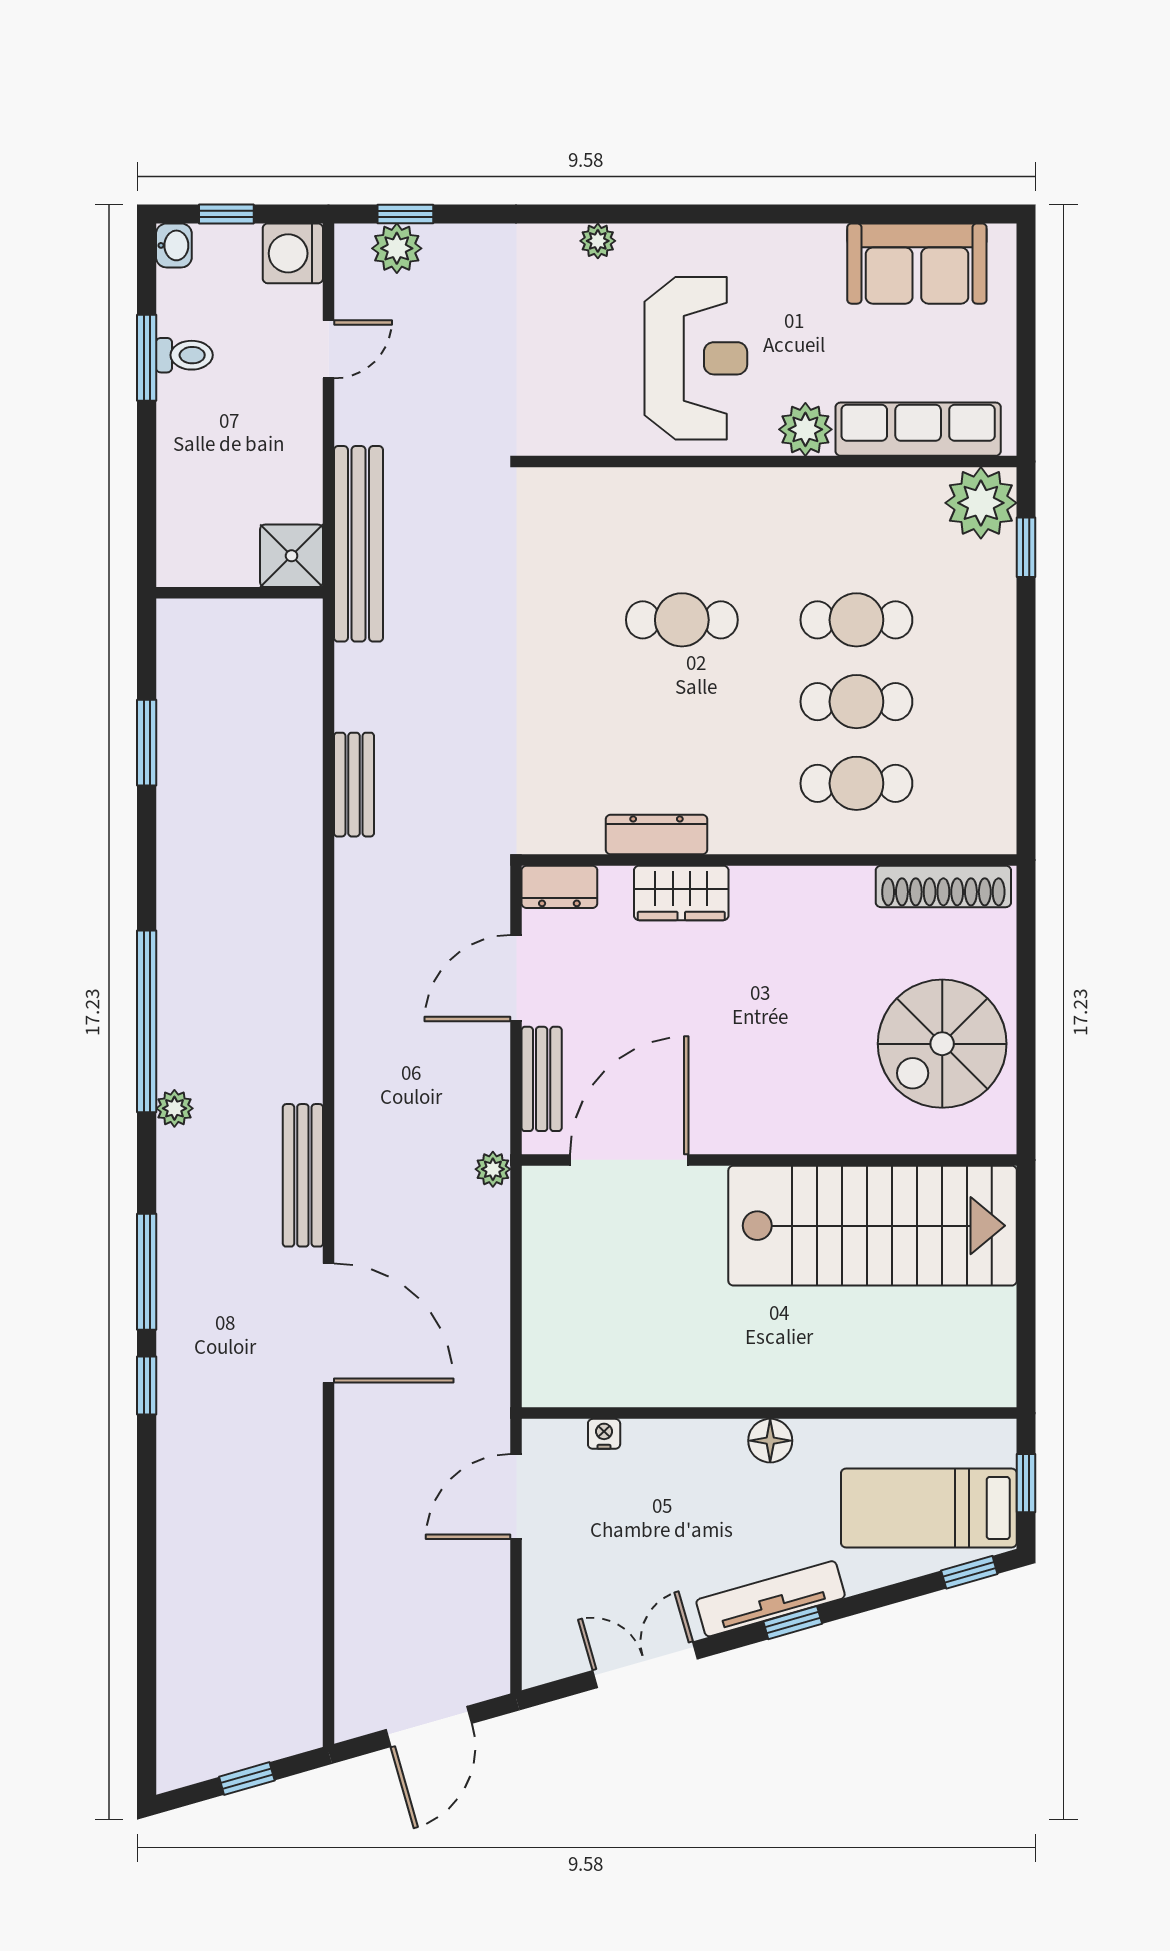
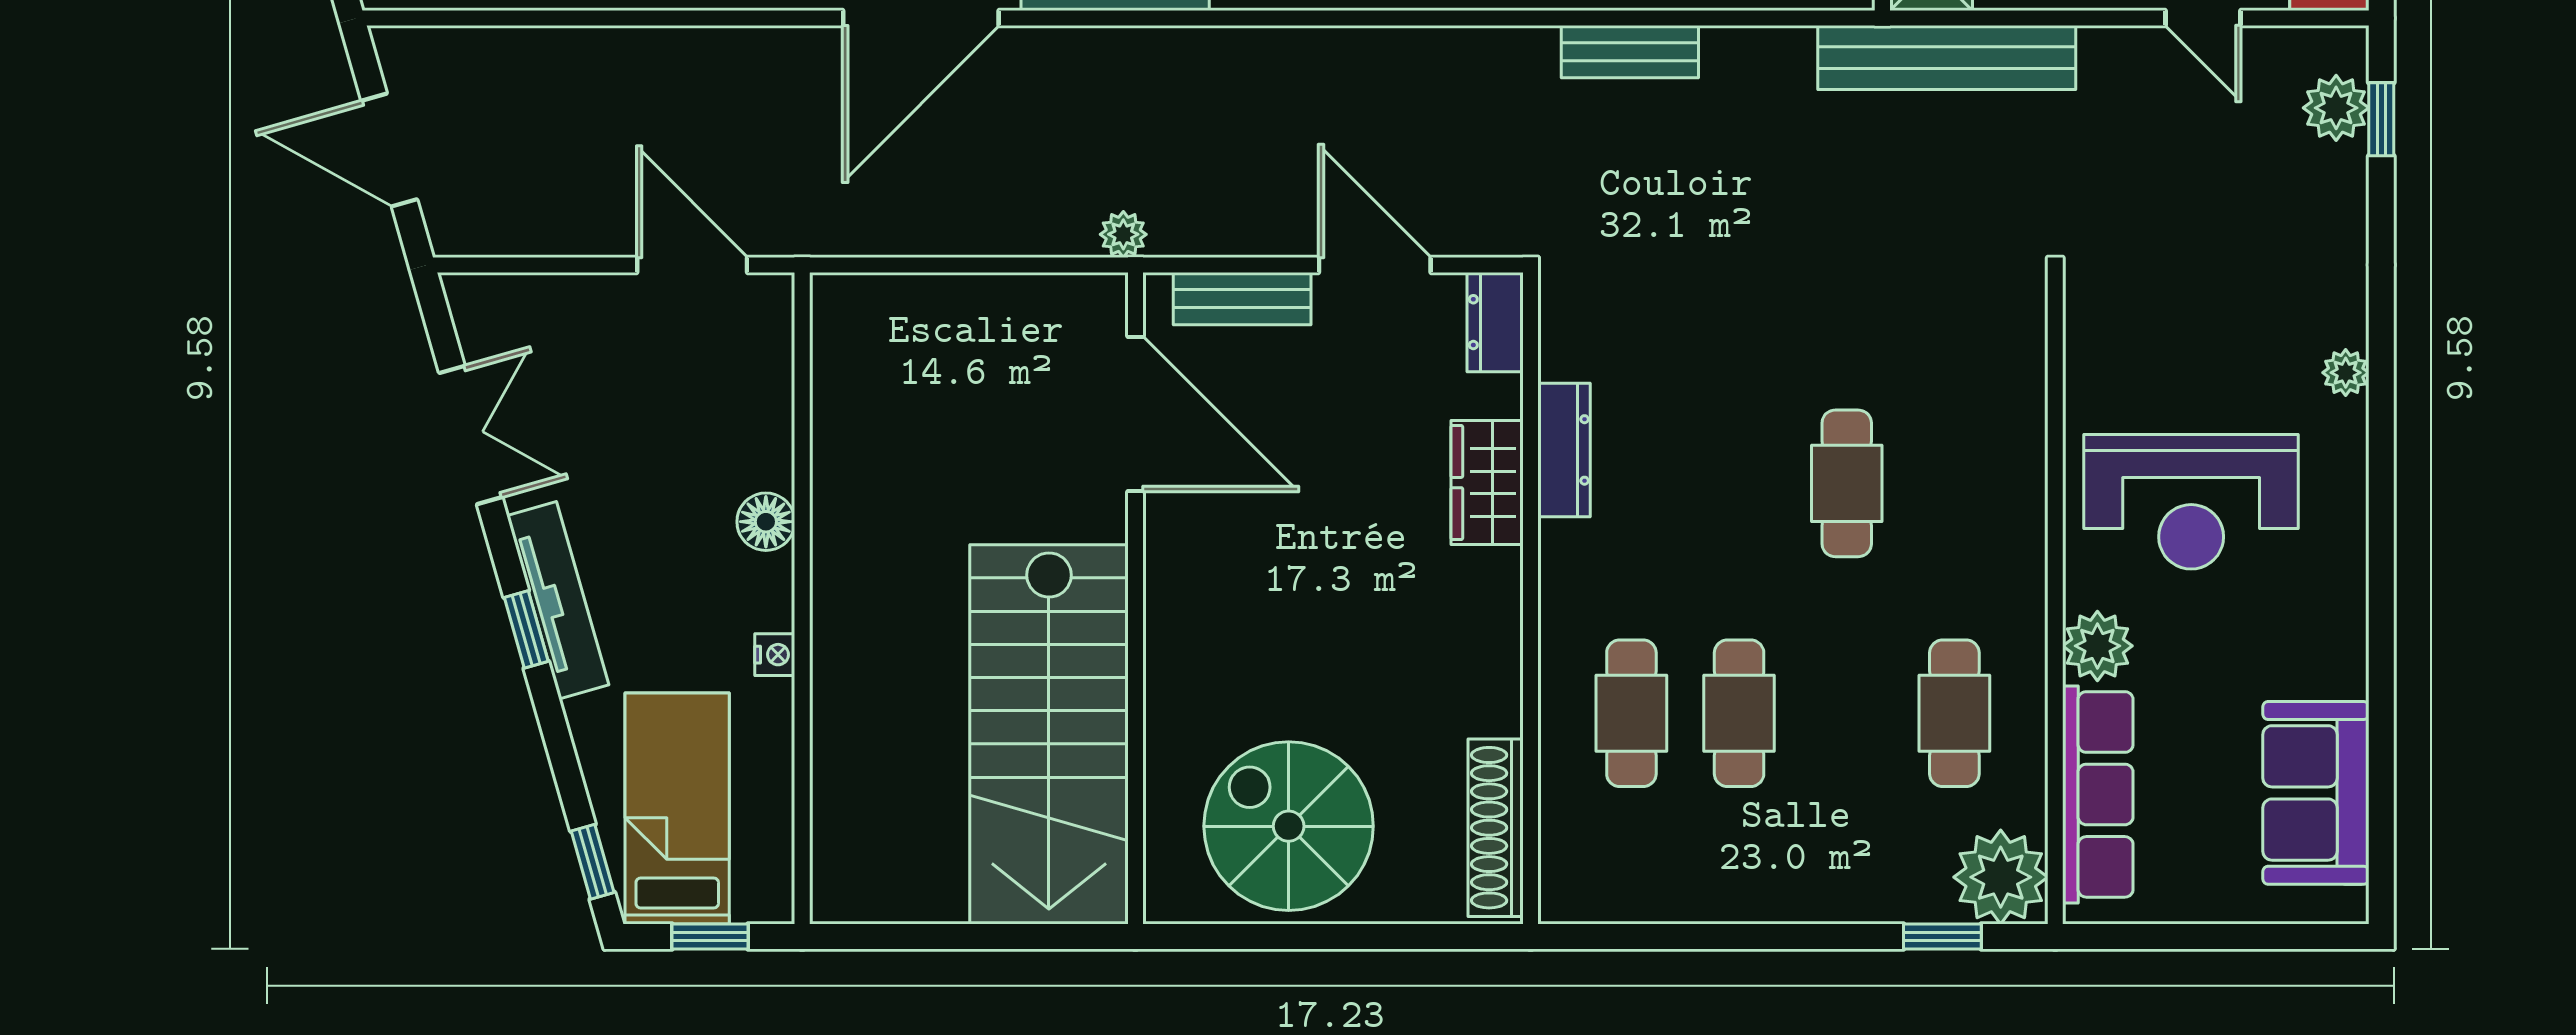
cafe table: (856, 620) -> (1954, 713), moved
nightstand: (604, 1434) -> (775, 655), moved
floor lamp: (770, 1441) -> (766, 522), moved

